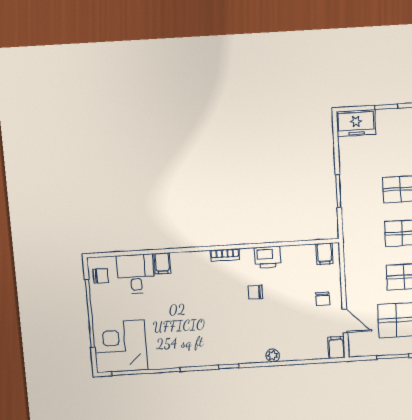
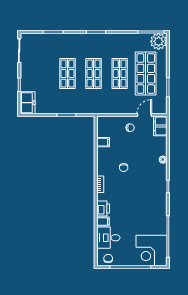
filing cabinet: (324, 254) -> (103, 142), moved
printer: (268, 257) -> (103, 208), moved
filing cabinet: (336, 347) -> (160, 126), width x2.00

